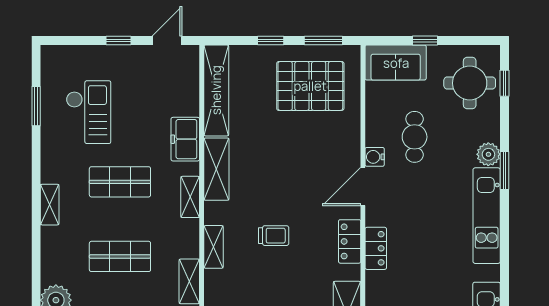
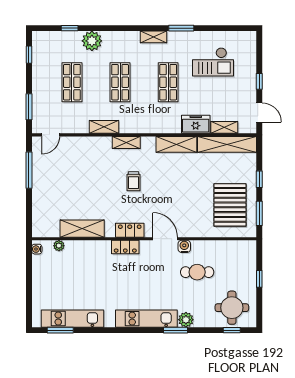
sofa: (396, 63) -> (245, 260), removed
window: (36, 106) -> (181, 28), moved
shelving: (190, 197) -> (224, 127), moved

